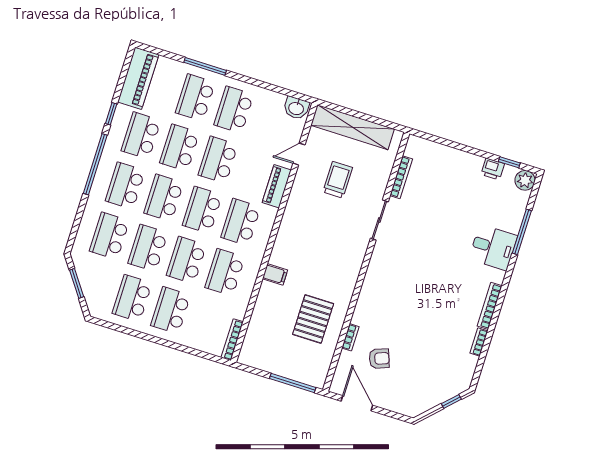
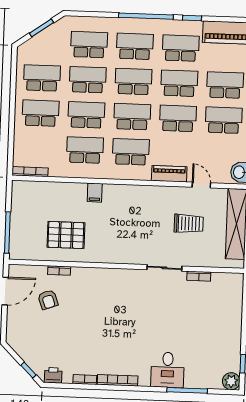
printer: (493, 169) -> (53, 375), moved, turned 90
bookcase: (401, 177) -> (199, 276), width x0.64

